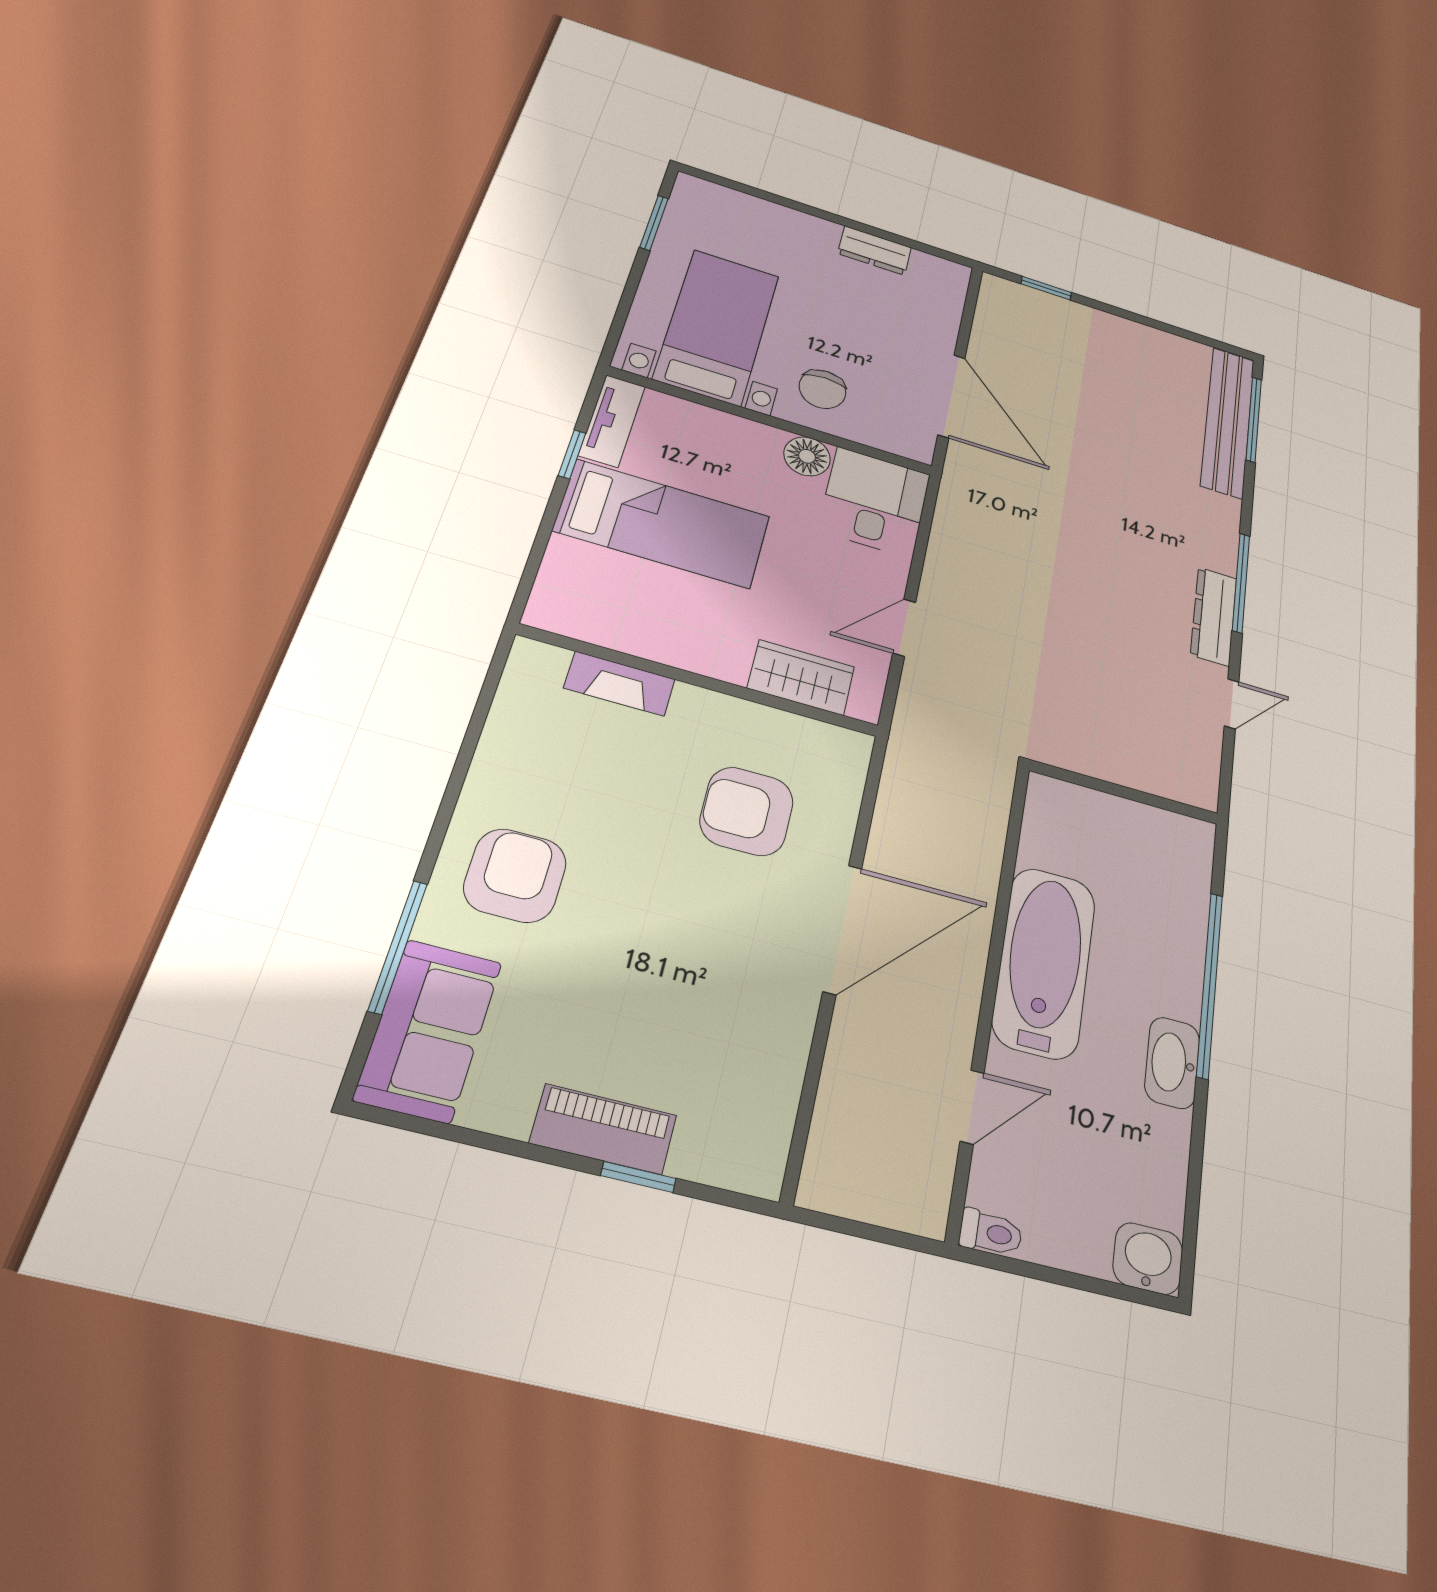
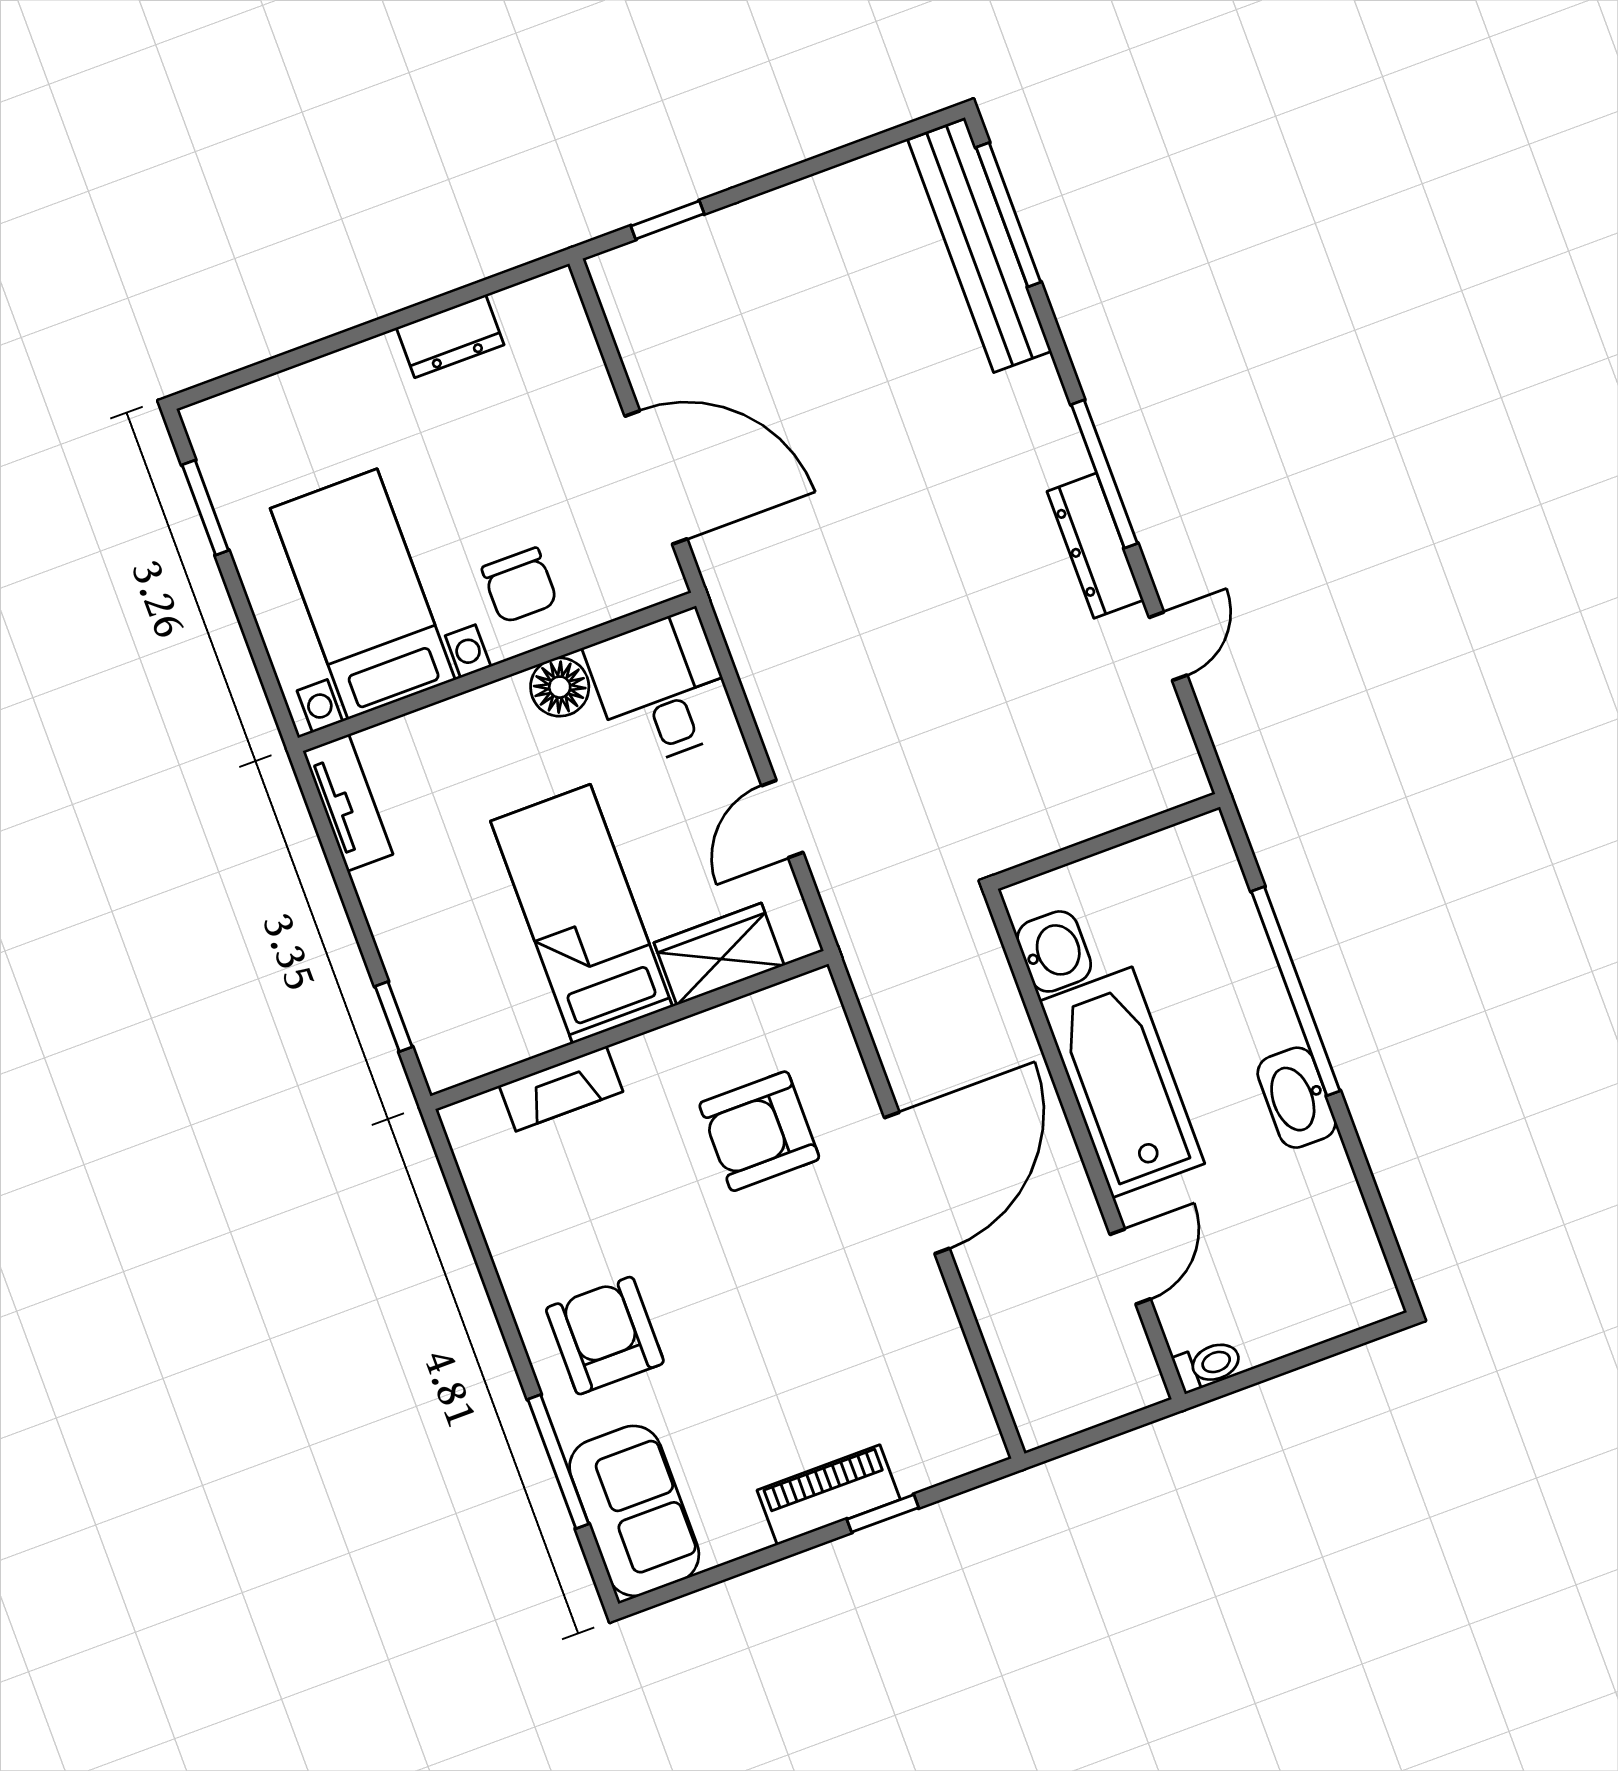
window: (572, 454) -> (394, 1017), moved
bed: (663, 524) -> (581, 914), moved, turned -90
washbasin: (1148, 1258) -> (1054, 951), moved, turned 90

